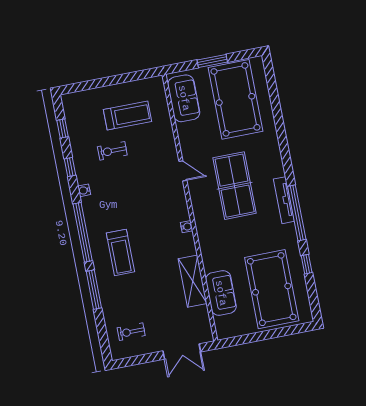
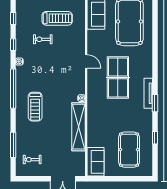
window: (297, 213) -> (155, 103), width x0.47
shelving: (193, 281) -> (78, 127), width x1.47
pool table: (272, 289) -> (129, 150), width x0.73, depth x0.76
window: (94, 290) -> (13, 145), moved
sofa: (221, 293) -> (95, 162), moved

